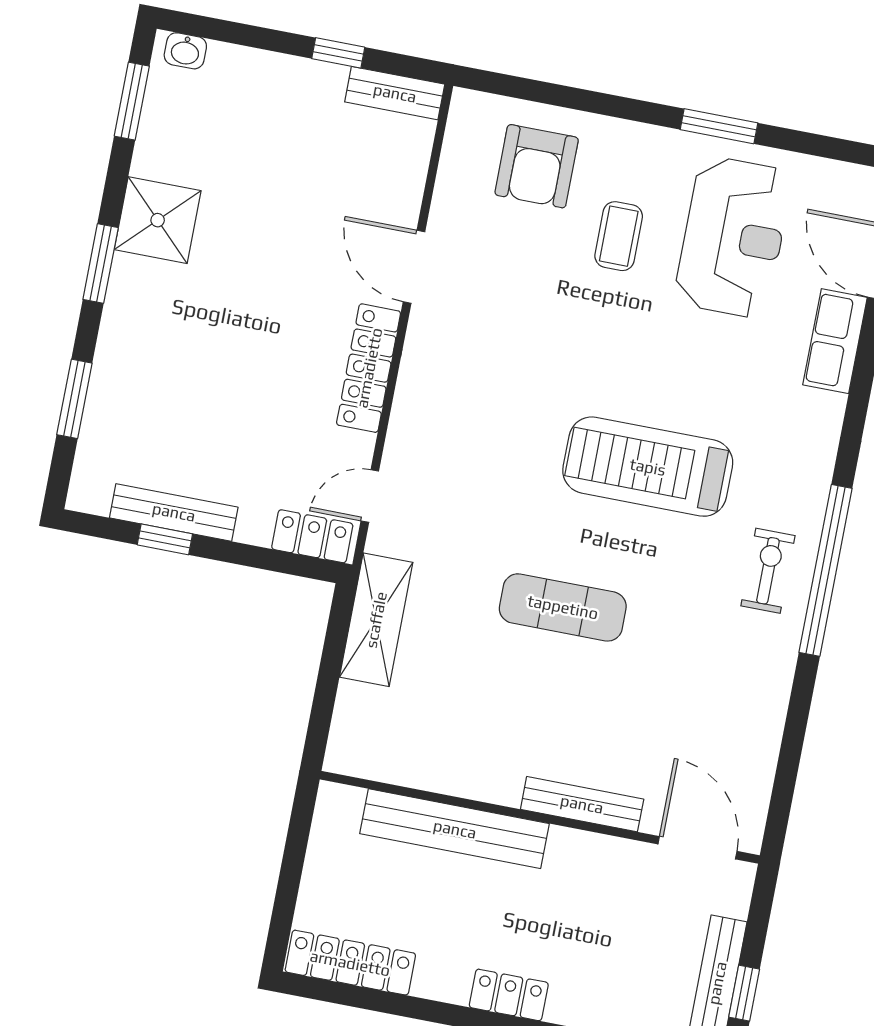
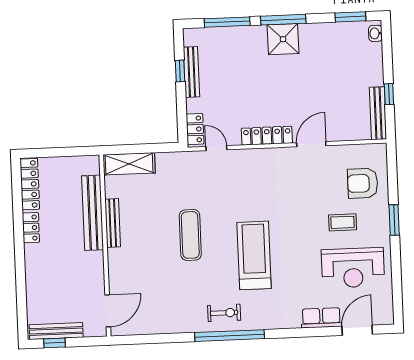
bench: (395, 93) -> (378, 113), width x1.36
window: (719, 126) -> (394, 220), moved
shower: (158, 220) -> (283, 39), moved
window: (101, 264) -> (283, 20), width x1.44
window: (74, 399) -> (227, 22), width x1.44
shelving: (376, 620) -> (129, 164), moved
bench: (582, 804) -> (113, 223), moved
locker: (509, 995) -> (31, 228), moved

